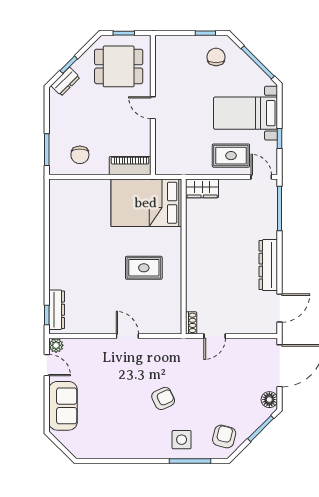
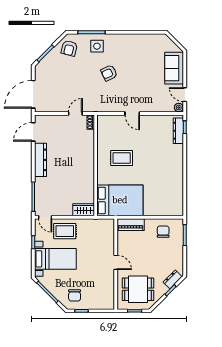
floor lamp: (269, 400) -> (40, 72), removed

